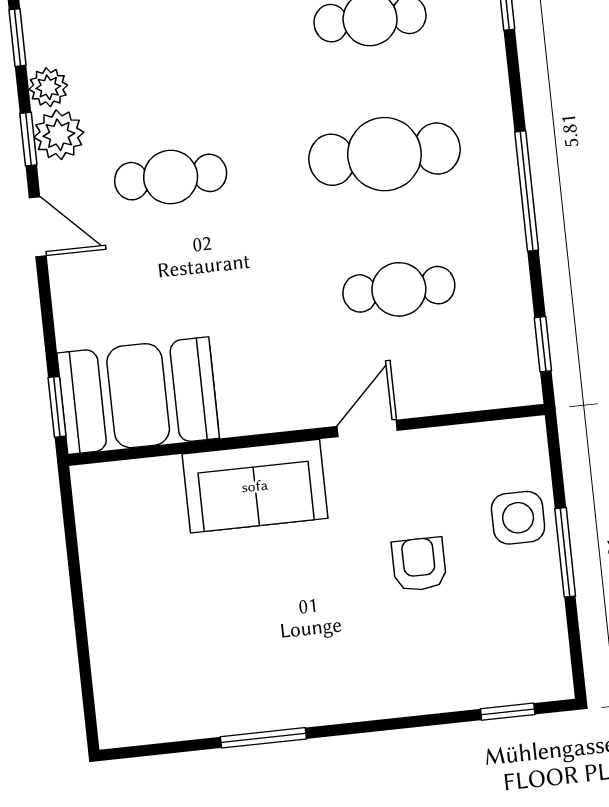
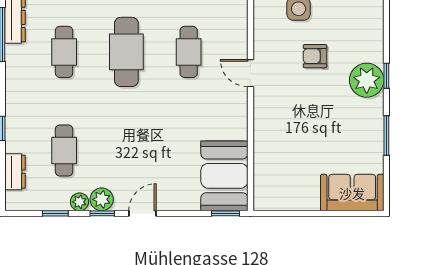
cafe table: (171, 177) -> (64, 150), moved
sofa: (255, 486) -> (352, 193), moved, turned -90
plant: (379, 682) -> (367, 80), added
window: (508, 712) -> (386, 76), moved

